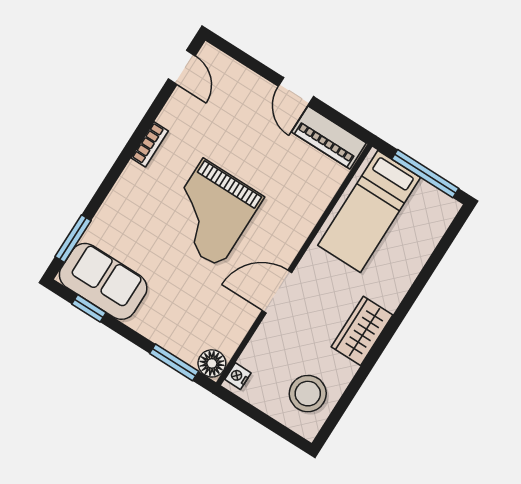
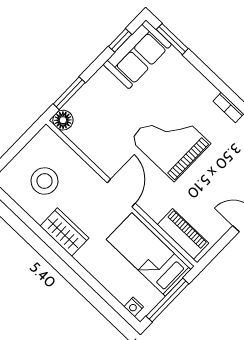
piano: (329, 137) -> (183, 234), moved, turned 90
door: (277, 292) -> (121, 193), moved
nightstand: (238, 376) -> (134, 307), moved, turned 180
stool: (308, 394) -> (45, 181), moved

